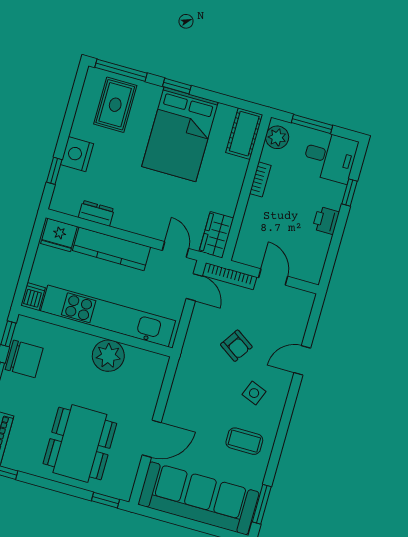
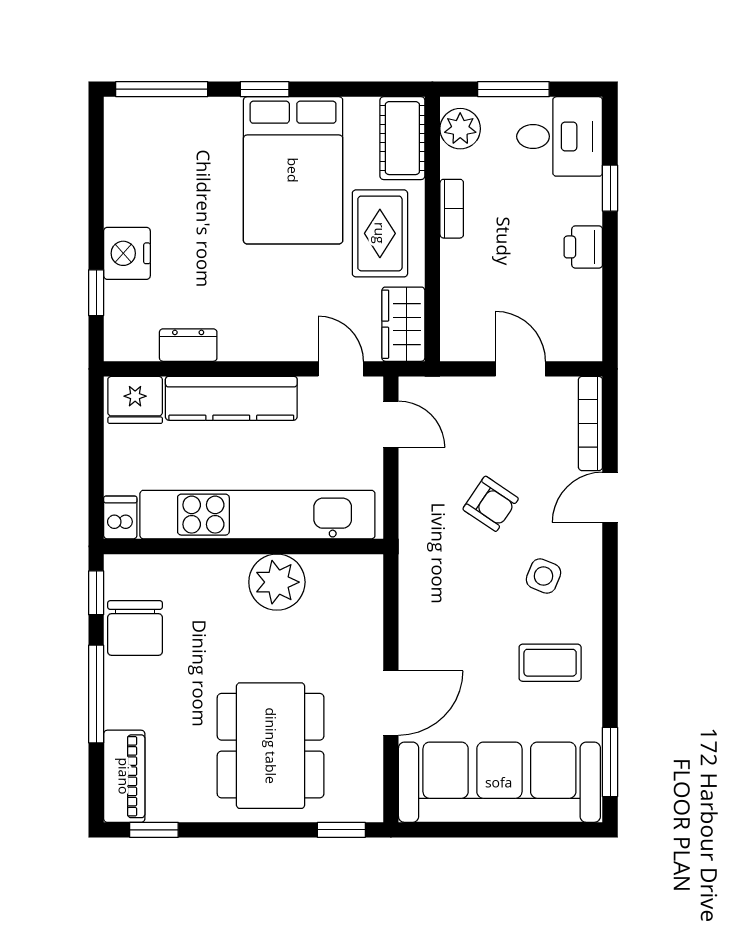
rug: (115, 105) -> (380, 233), moved
bookcase: (229, 276) -> (590, 423), moved, turned 90
chair: (24, 359) -> (135, 628), turned 90

